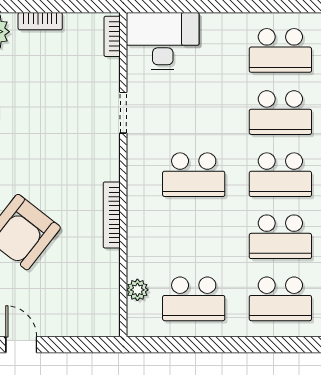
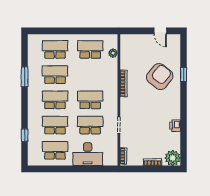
desk: (163, 41) -> (88, 154), moved
school desk: (194, 113) -> (90, 125), added

